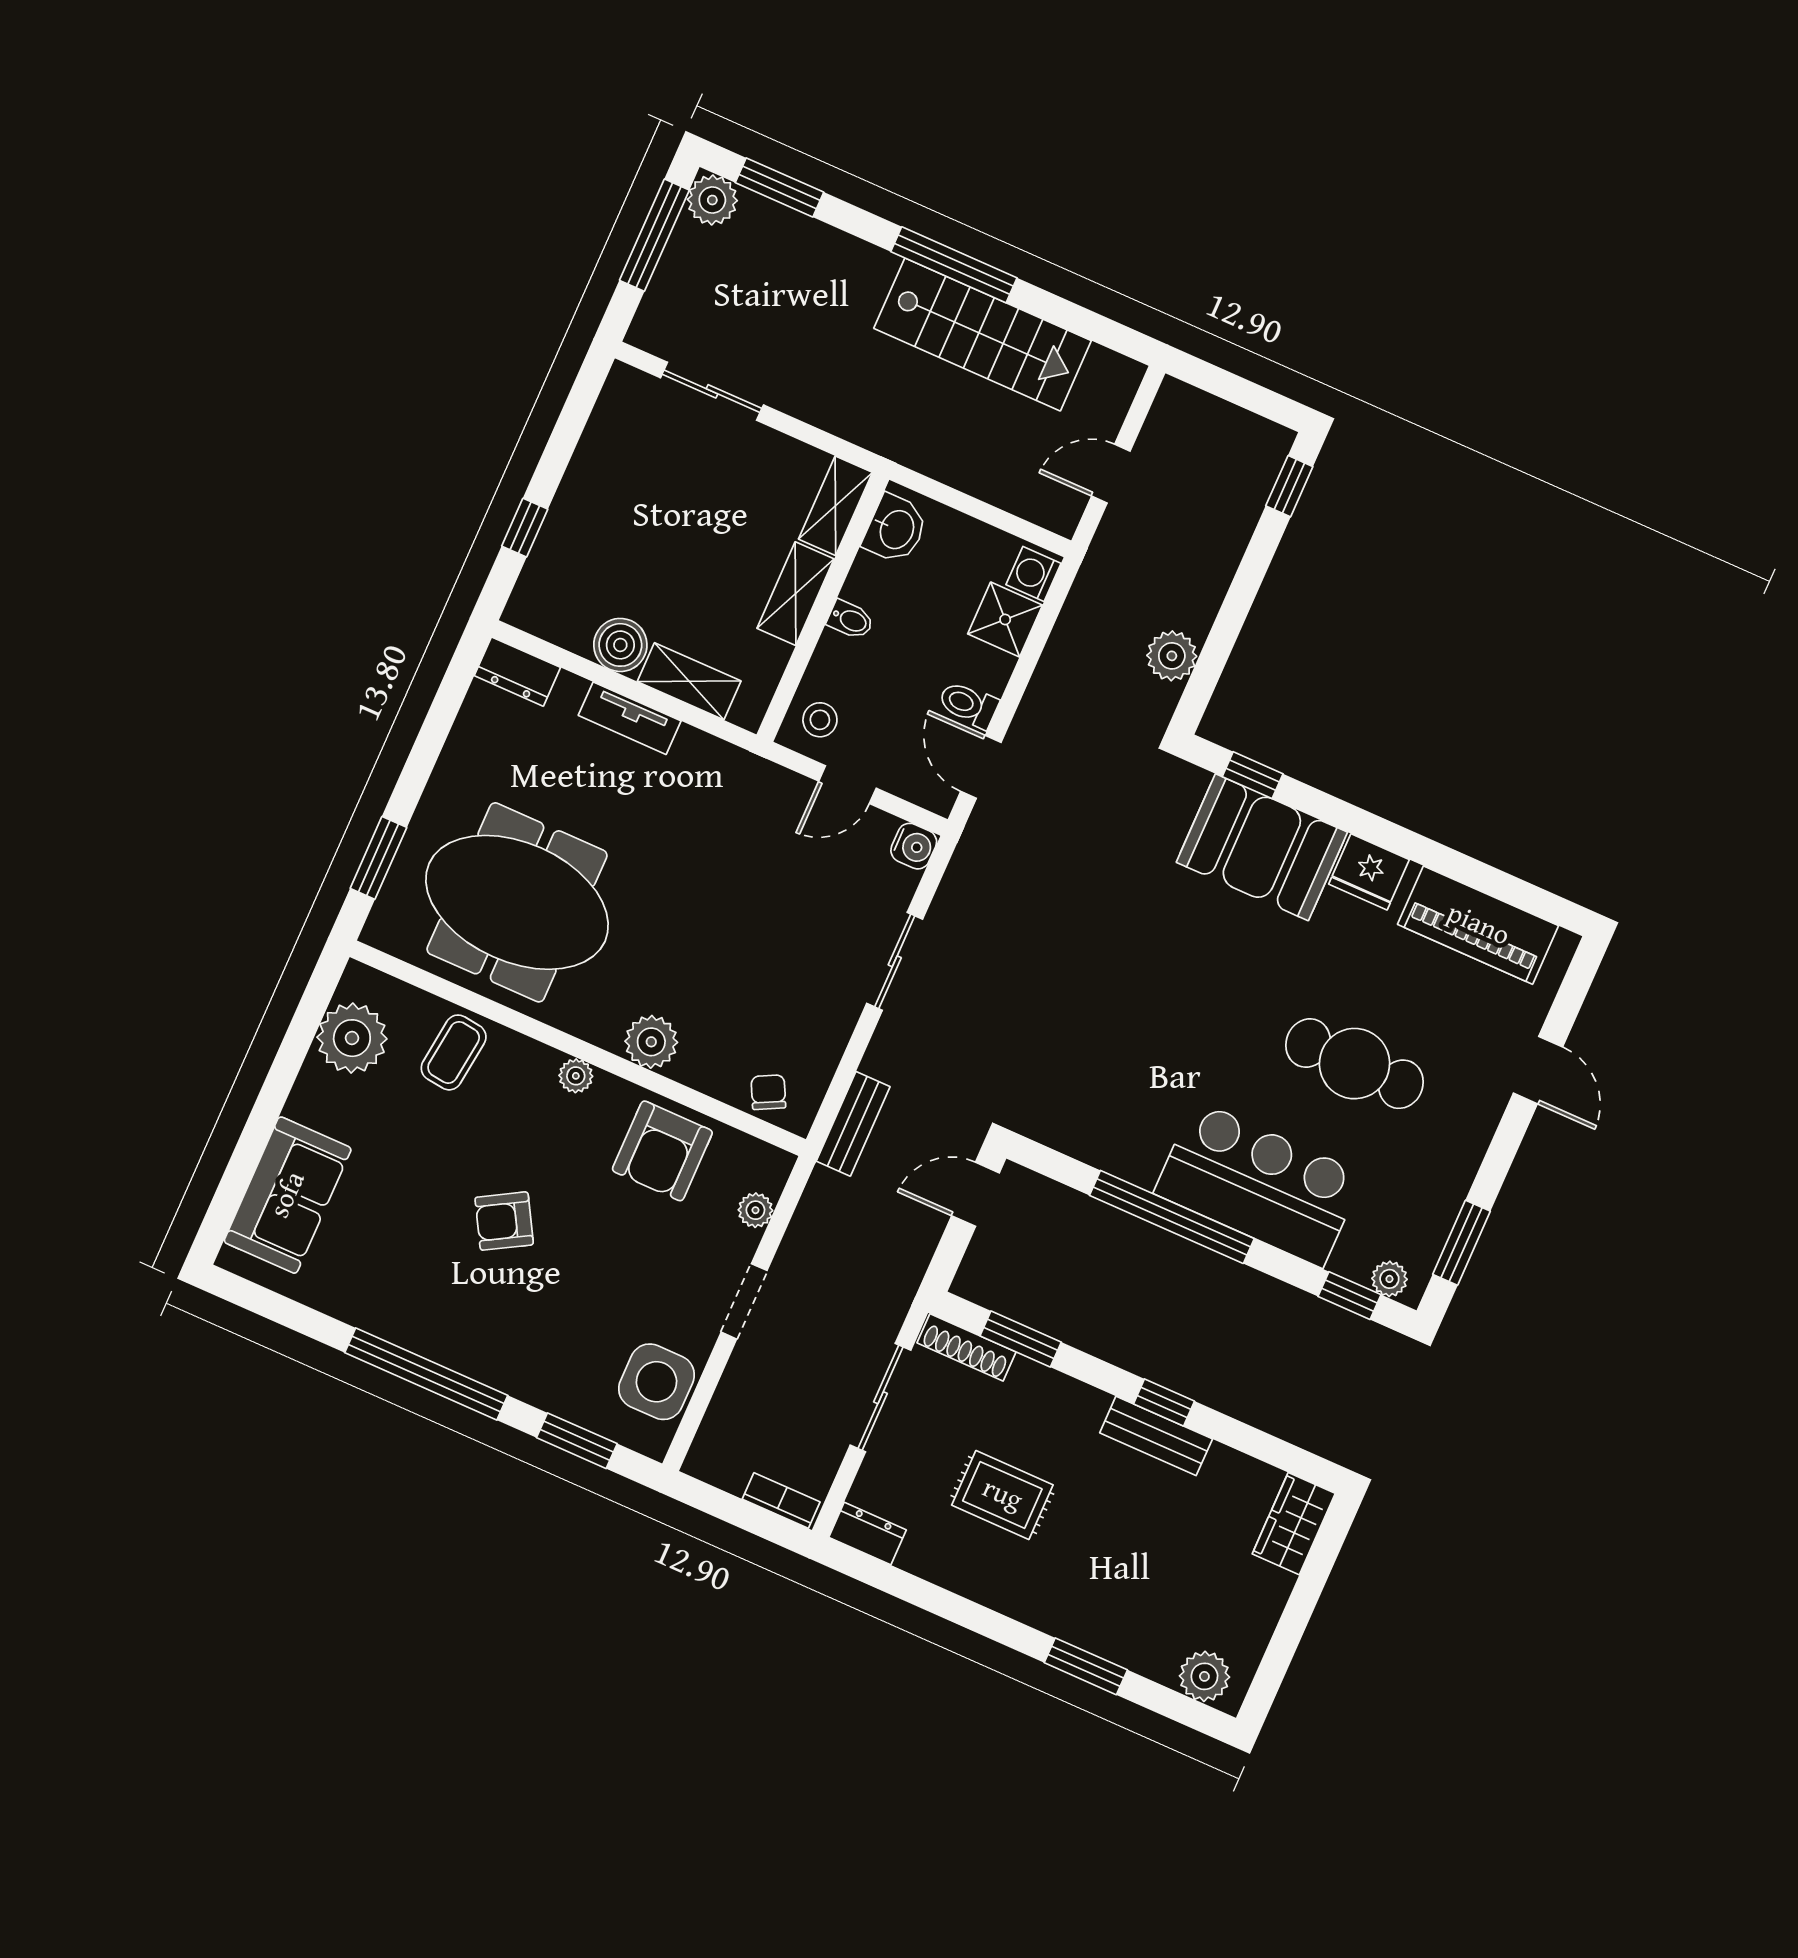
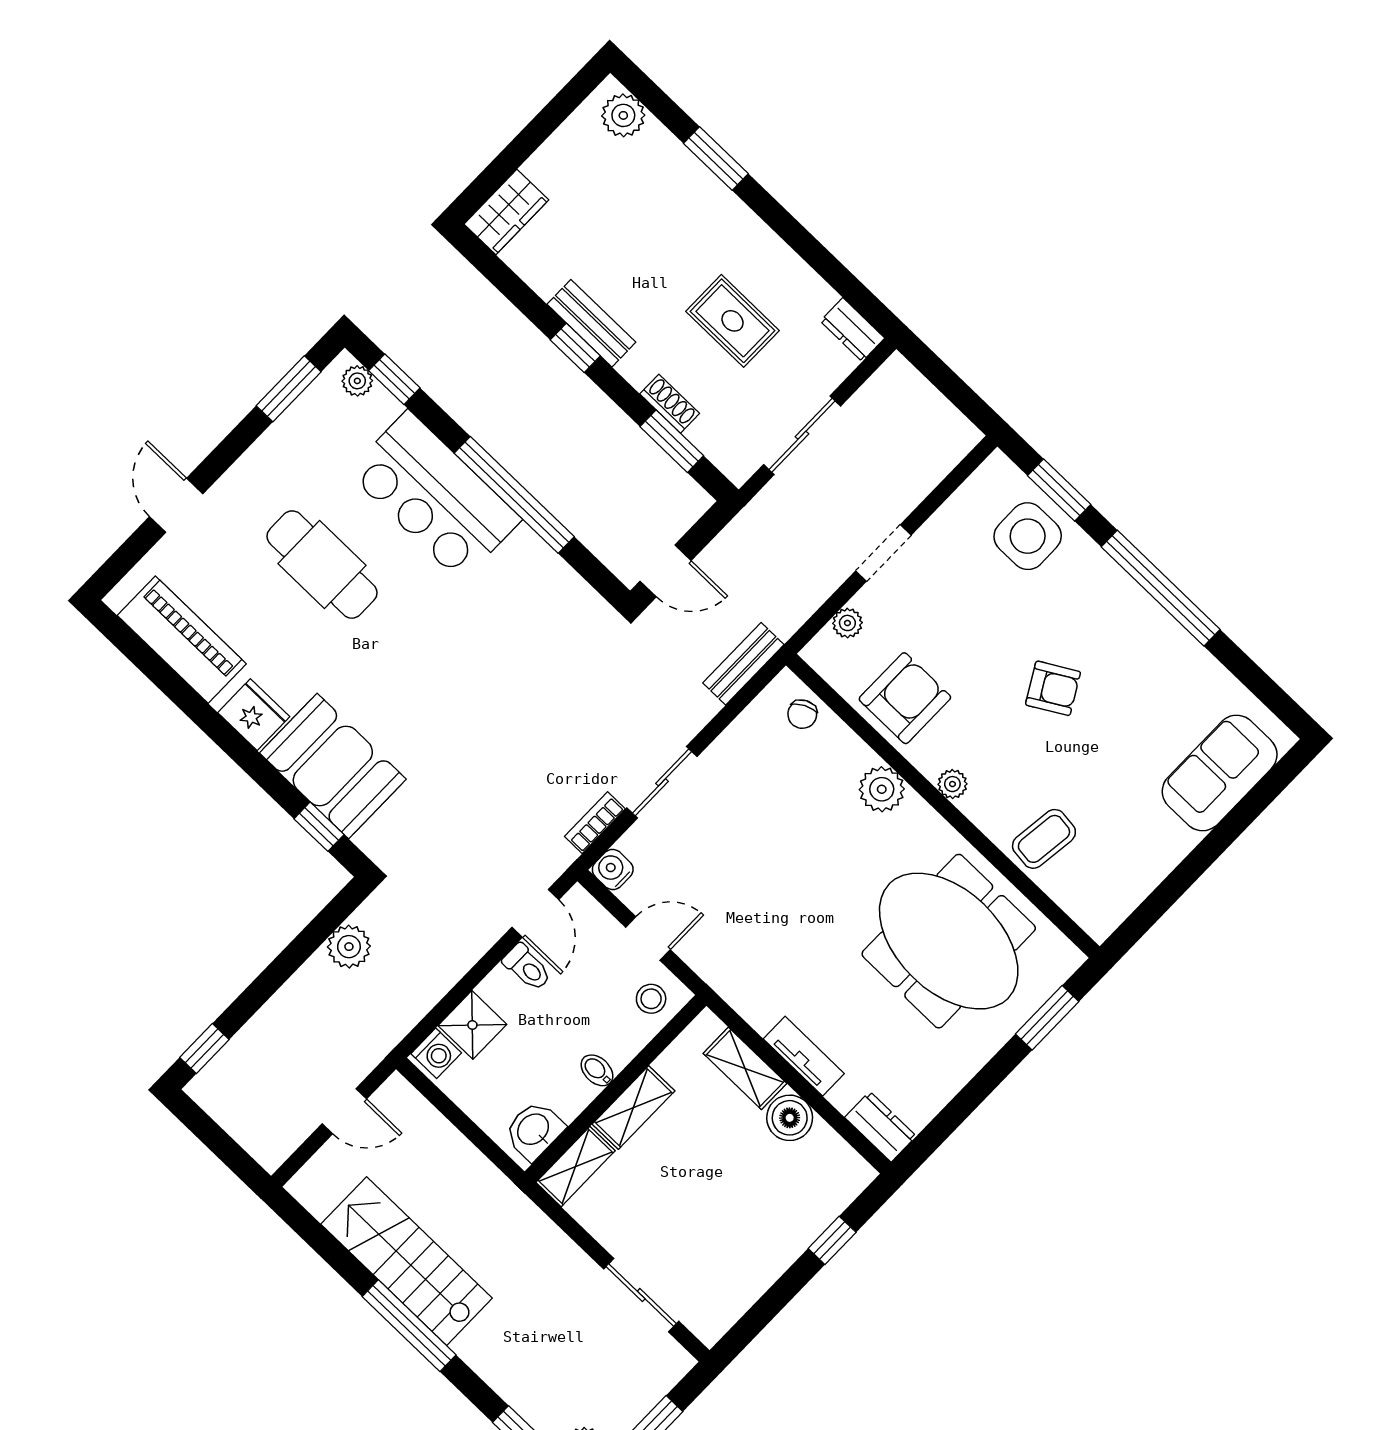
plant: (352, 1038) -> (1122, 880), removed
shoe rack: (967, 1347) -> (670, 404), moved, width x0.70
side table: (657, 1382) -> (1028, 536), moved
bookcase: (781, 1501) -> (595, 823), moved, turned 90

